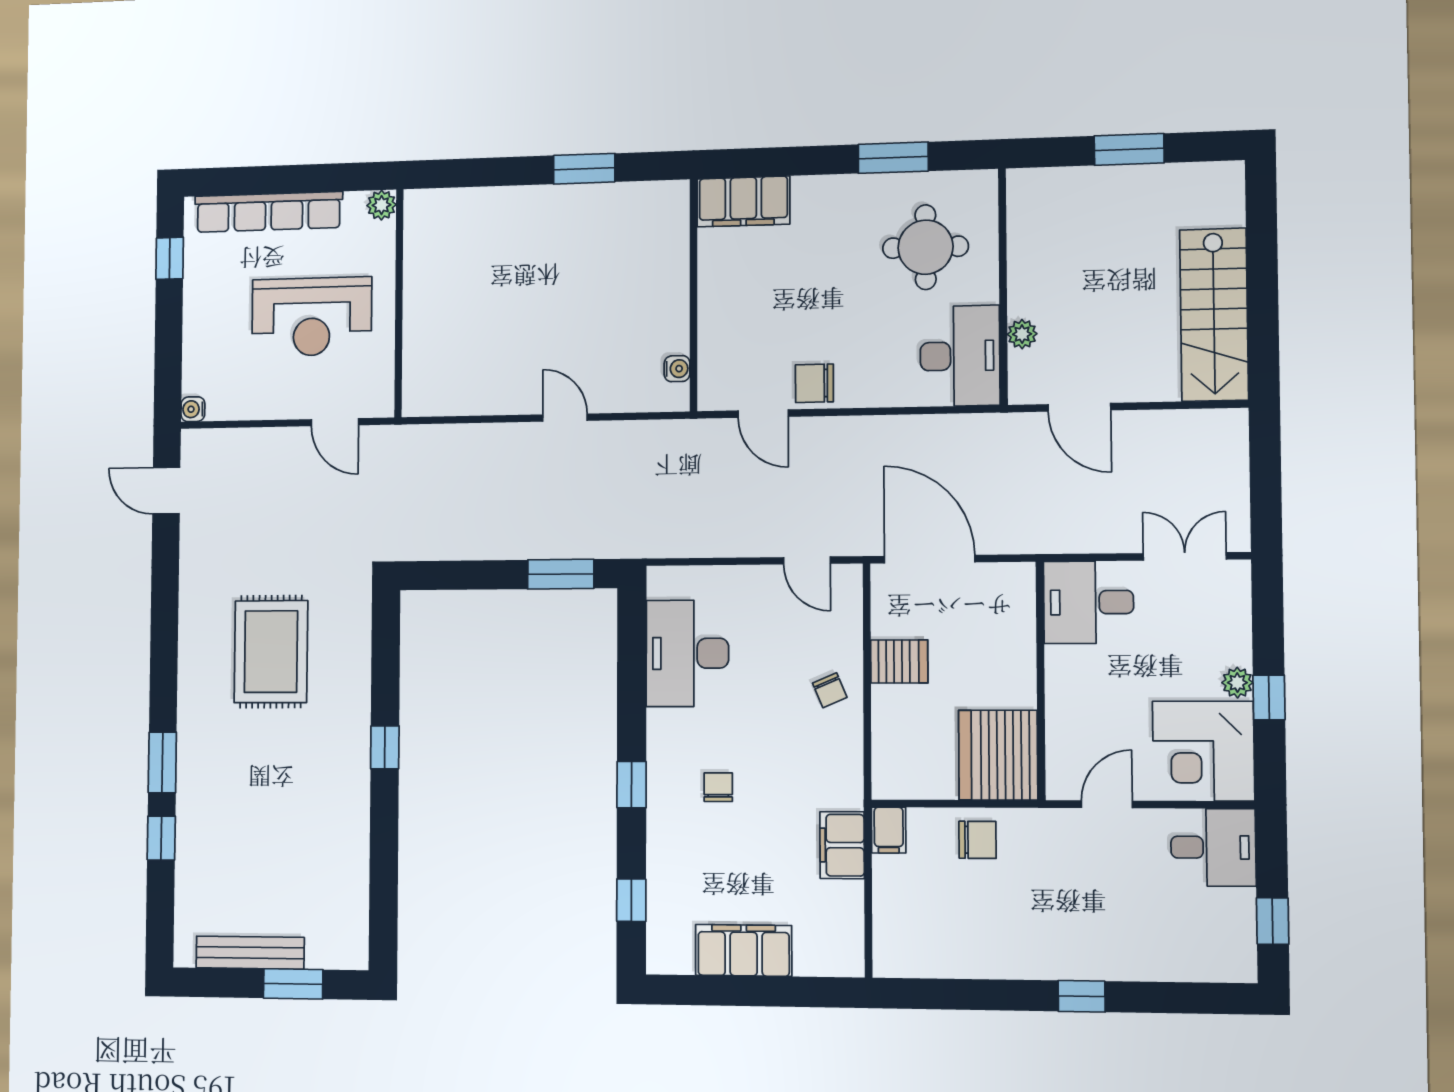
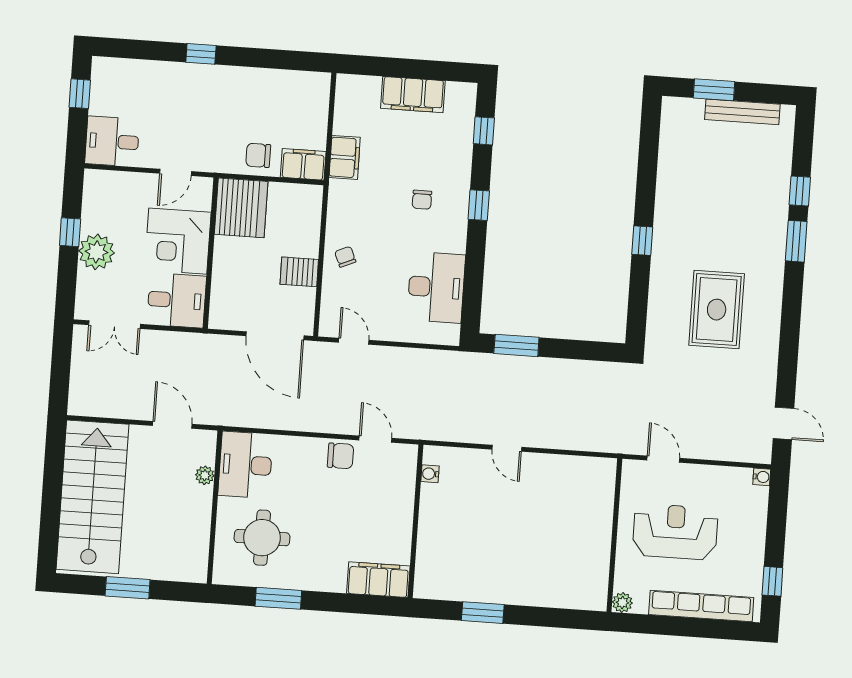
stairs: (1214, 315) -> (93, 497), width x1.36, depth x1.51
plant: (1237, 683) -> (97, 252), width x1.87, depth x1.87
corner desk: (1203, 751) -> (178, 241), moved, turned 180
filing cabinet: (889, 830) -> (303, 164), width x2.00

